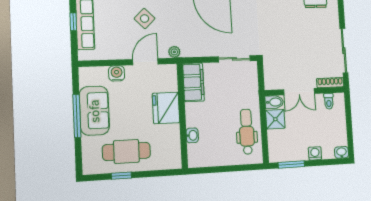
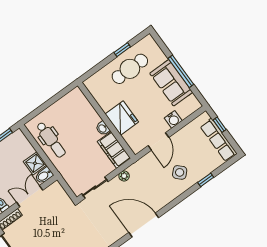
window: (73, 22) -> (220, 125), moved
plant: (174, 52) -> (124, 176), moved
washbasin: (192, 135) -> (103, 128), moved

